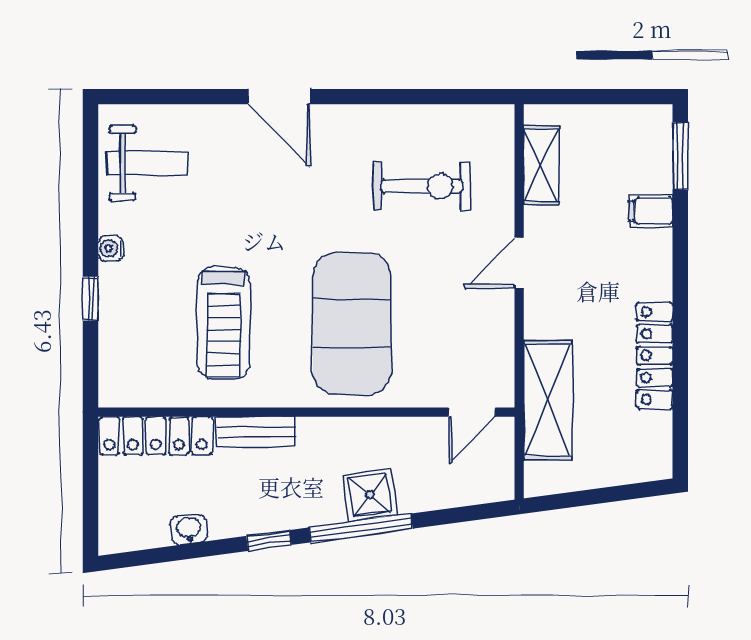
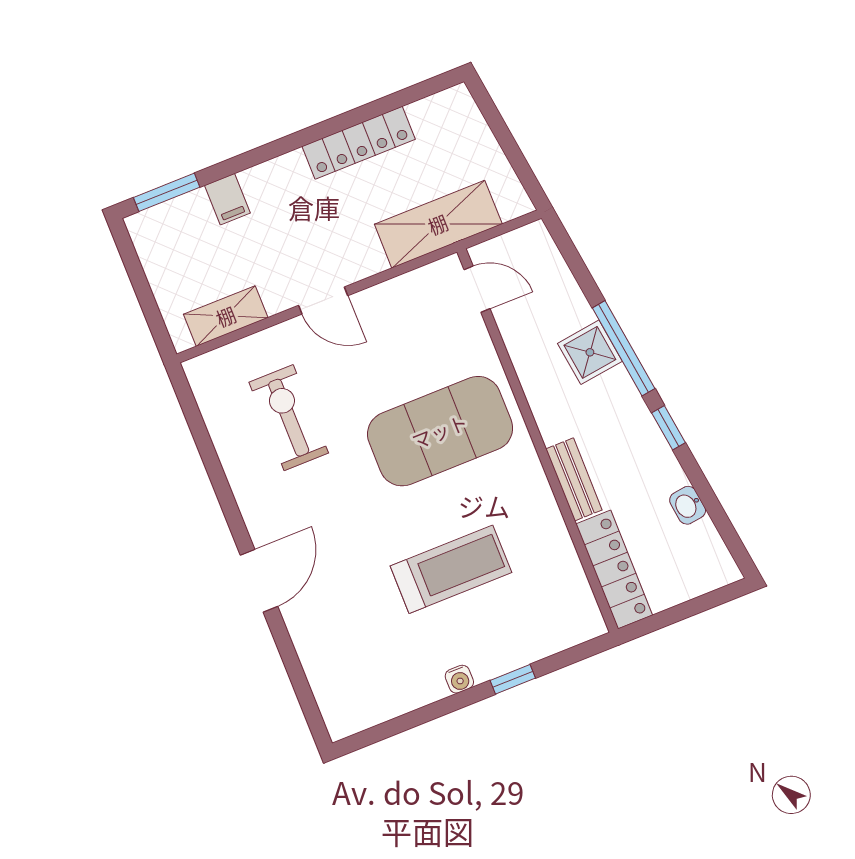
weight bench: (147, 163) -> (368, 677), removed
treadmill: (224, 323) -> (451, 569), moved

